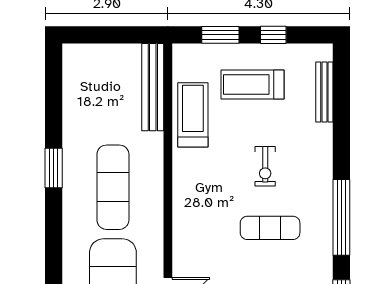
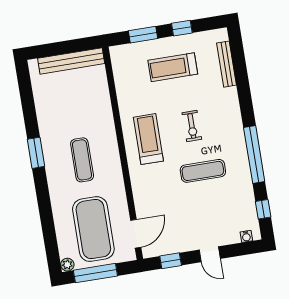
bench: (153, 87) -> (71, 61), moved, turned 90
treadmill: (193, 115) -> (148, 139), moved
exercise mat: (113, 187) -> (82, 160), width x0.73, depth x0.69

